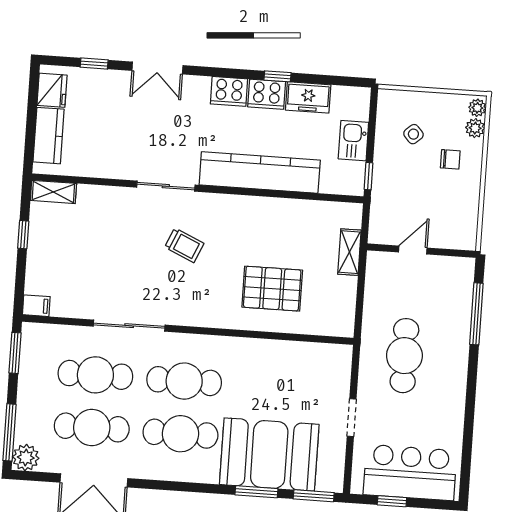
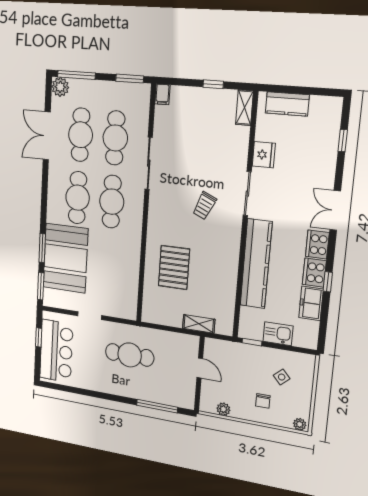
double door: (157, 68) -> (335, 210), moved
fridge: (52, 90) -> (264, 155), moved, turned -90
plant: (475, 128) -> (223, 409), moved

